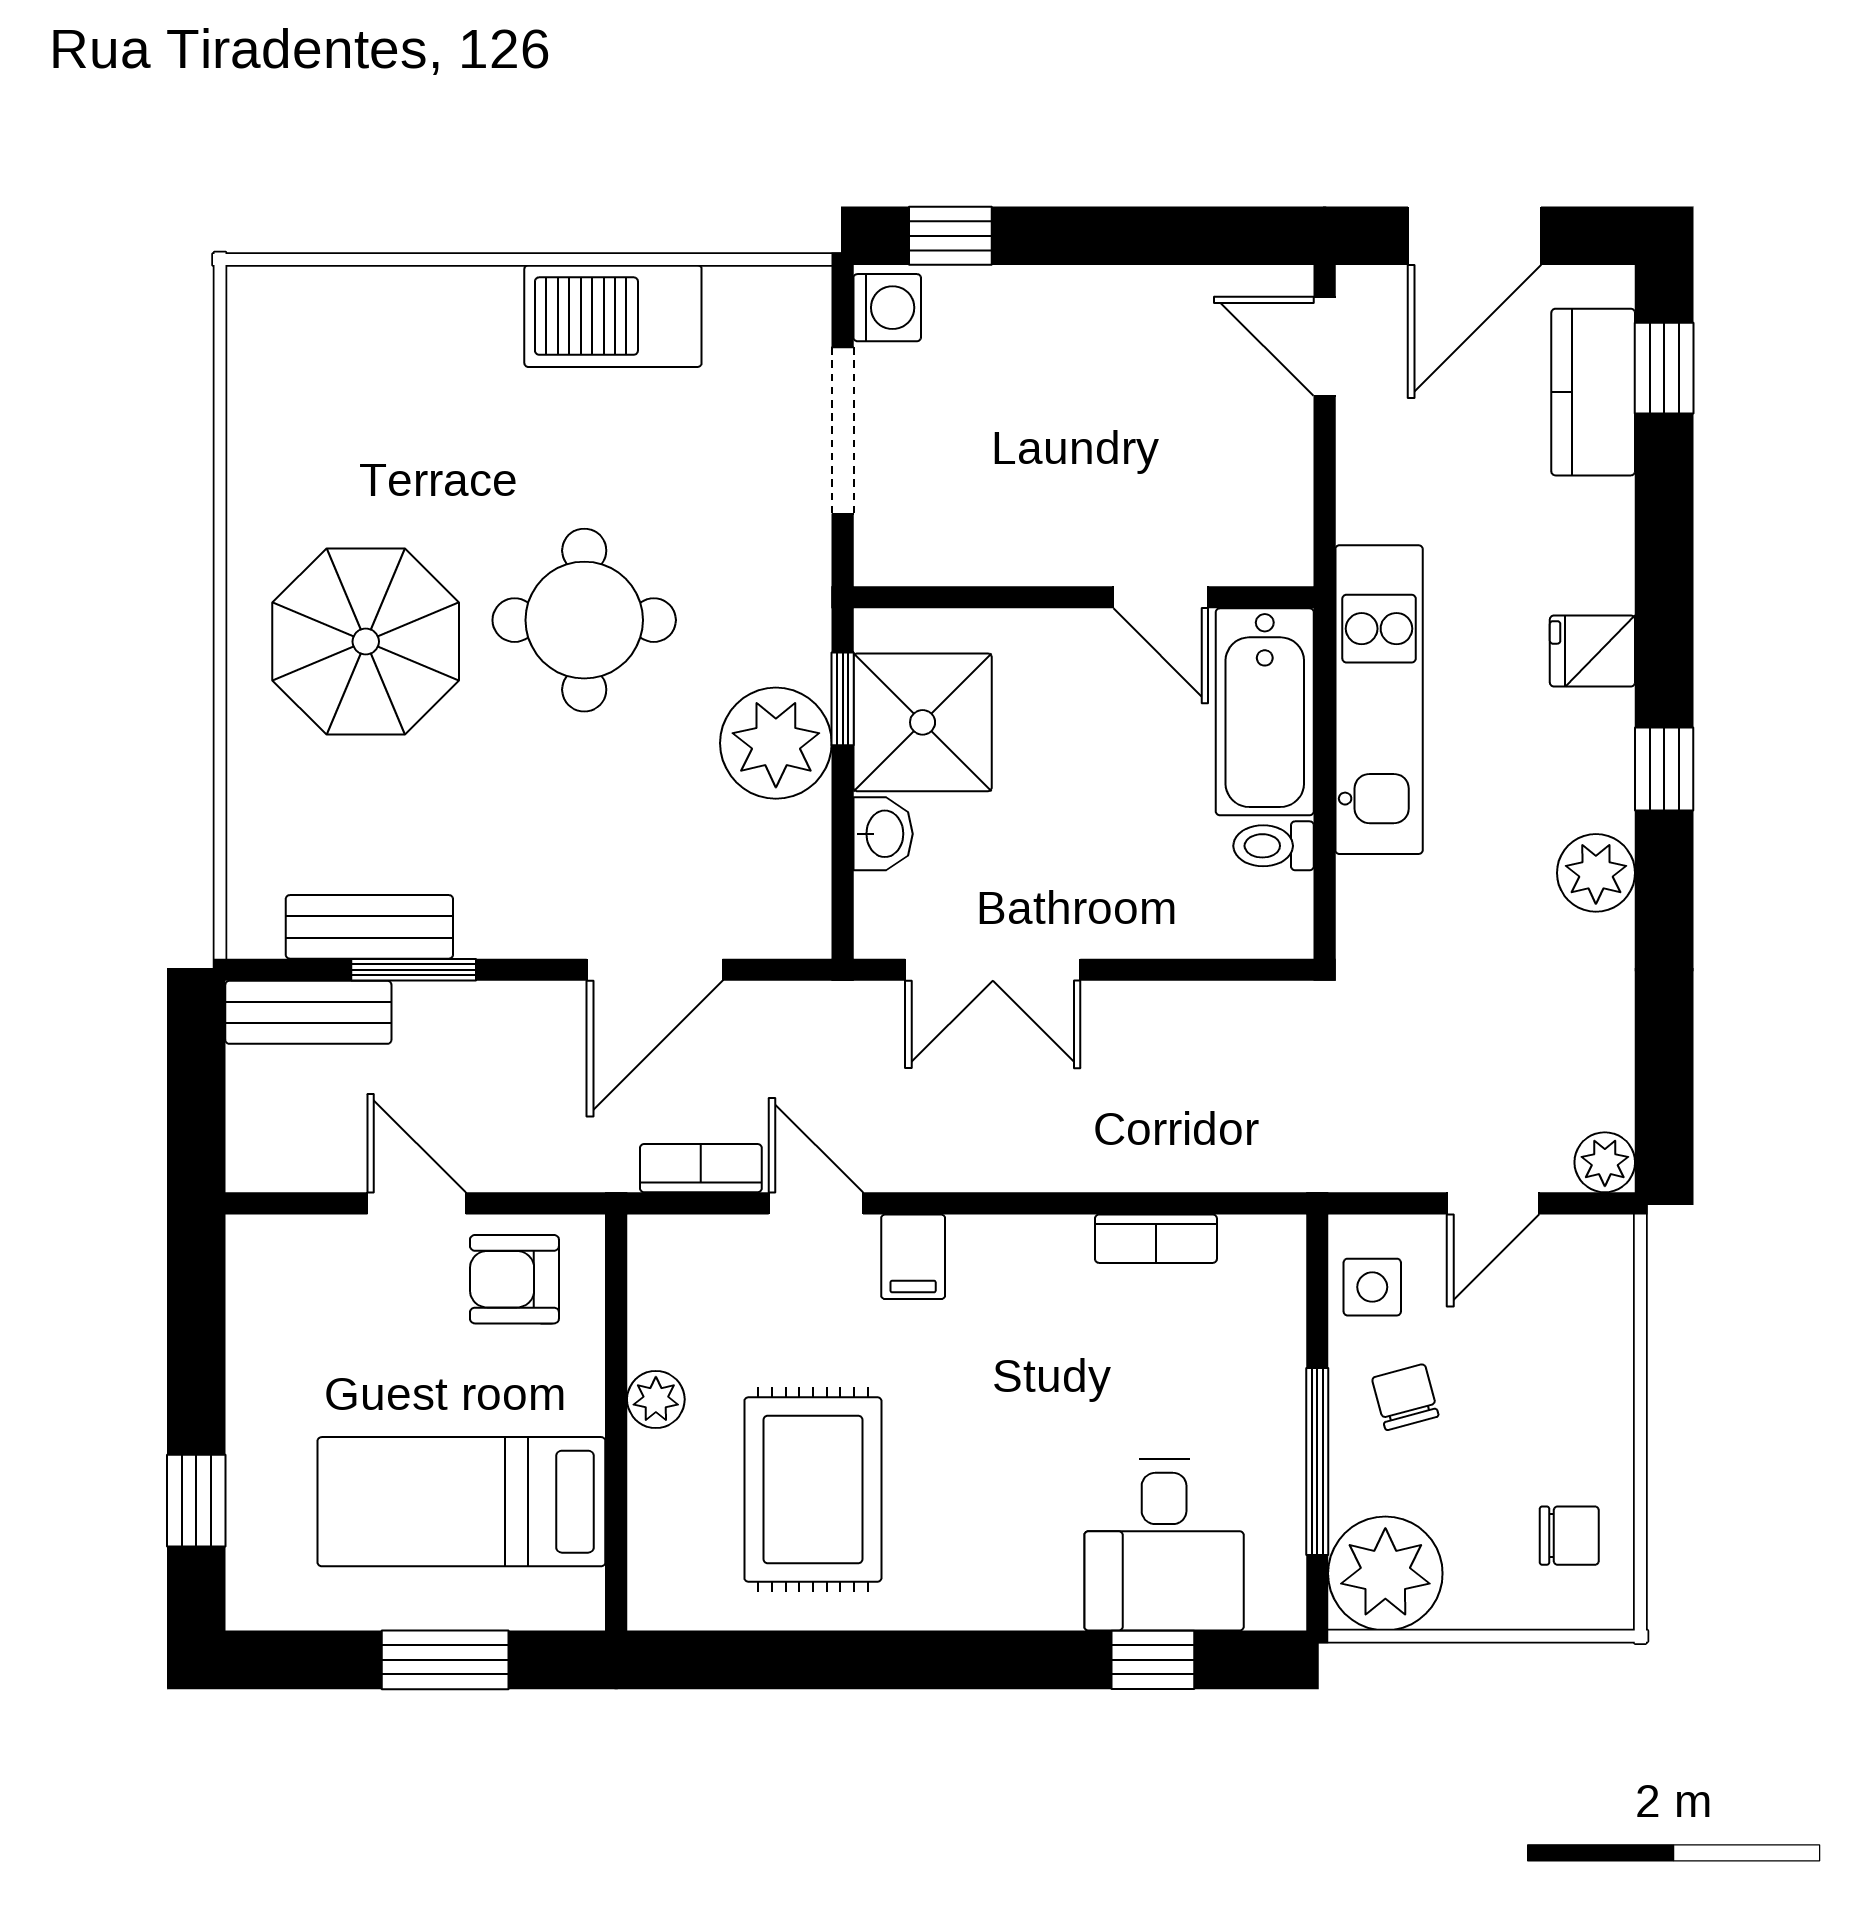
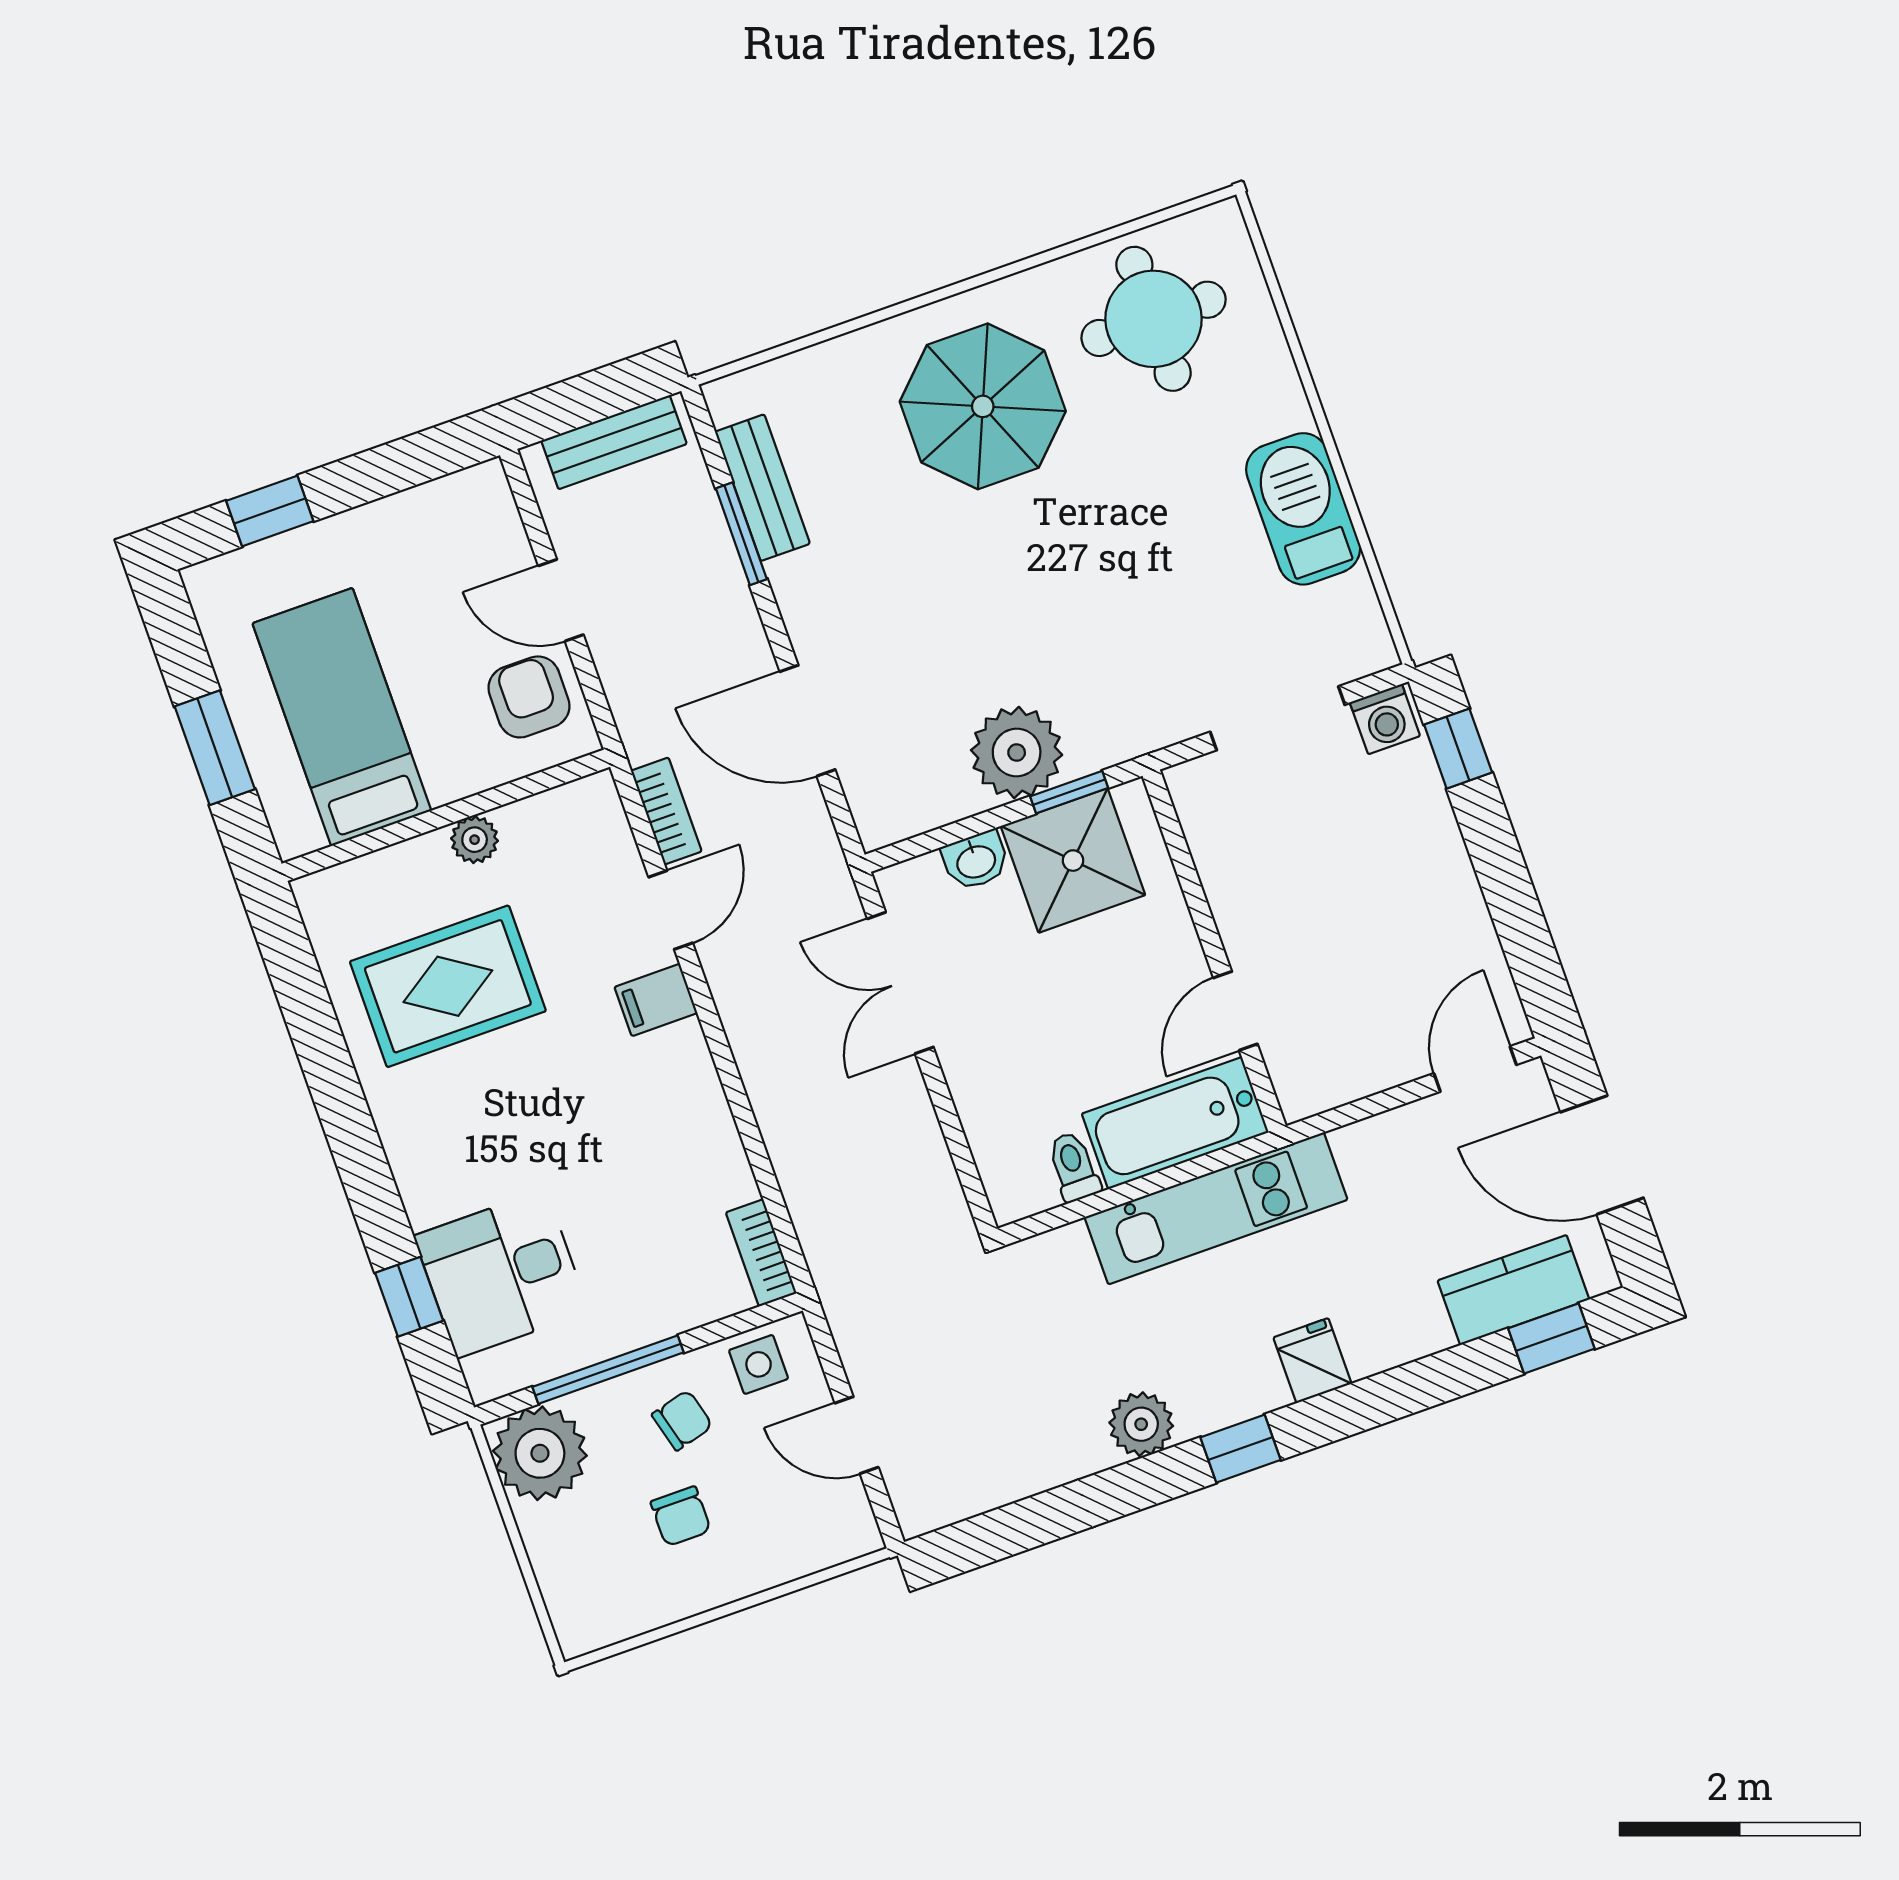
round table: (584, 620) -> (1154, 319), moved
bench: (308, 1012) -> (614, 442), moved, turned 90
plant: (1605, 1162) -> (919, 1511), removed
door: (417, 1203) -> (561, 600), swing flipped
bookcase: (1156, 1239) -> (761, 1253), moved
chair: (1569, 1536) -> (681, 1516), moved

